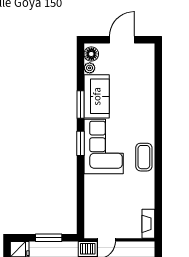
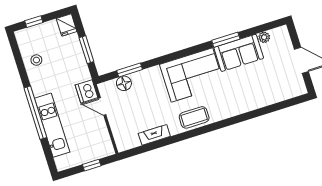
floor lamp: (91, 54) -> (124, 83), moved
window: (80, 143) -> (130, 70), moved
fireplace: (148, 224) -> (154, 135), moved

